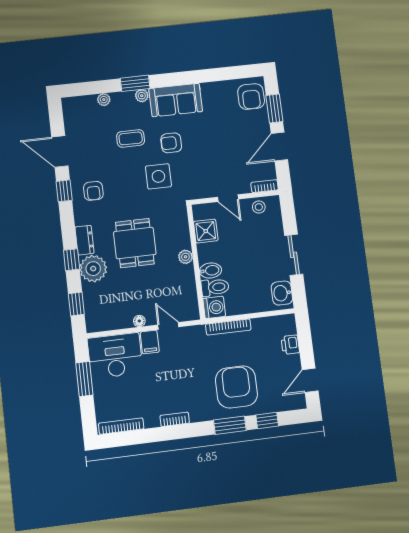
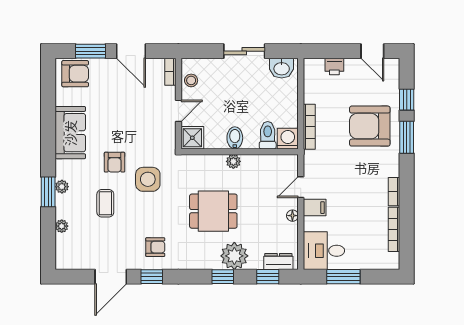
sofa: (176, 100) -> (70, 133), moved
shower: (206, 231) -> (192, 138), moved
dresser: (85, 240) -> (278, 261), moved
bidet: (210, 270) -> (235, 138), moved
desk: (115, 356) -> (324, 251), width x0.73
bookcase: (121, 426) -> (394, 229), moved

